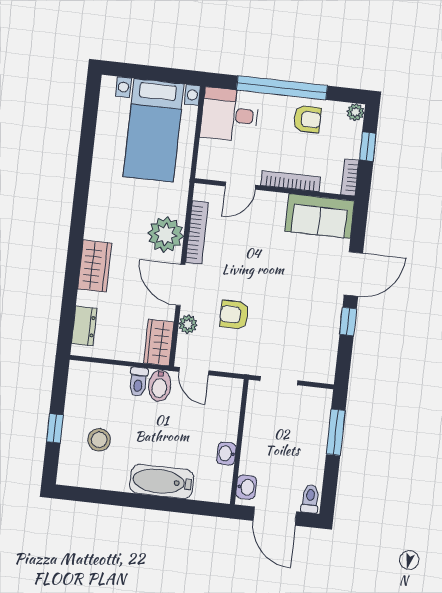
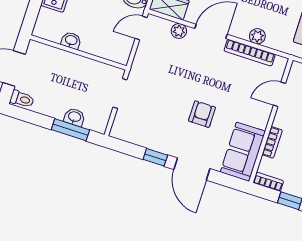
bookcase: (290, 181) -> (272, 142), width x0.64
door: (240, 186) -> (279, 94), hinge flipped
plant: (166, 235) -> (257, 36), width x0.53, depth x0.53
armchair: (234, 315) -> (202, 114), moved
washbasin: (246, 487) -> (74, 117), moved, turned 180

